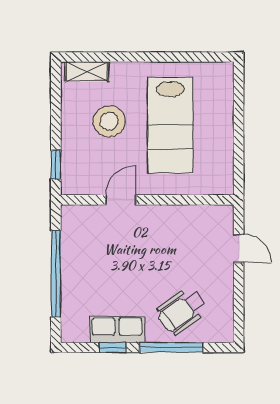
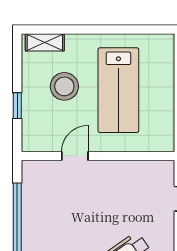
window: (56, 164) -> (17, 106), moved

